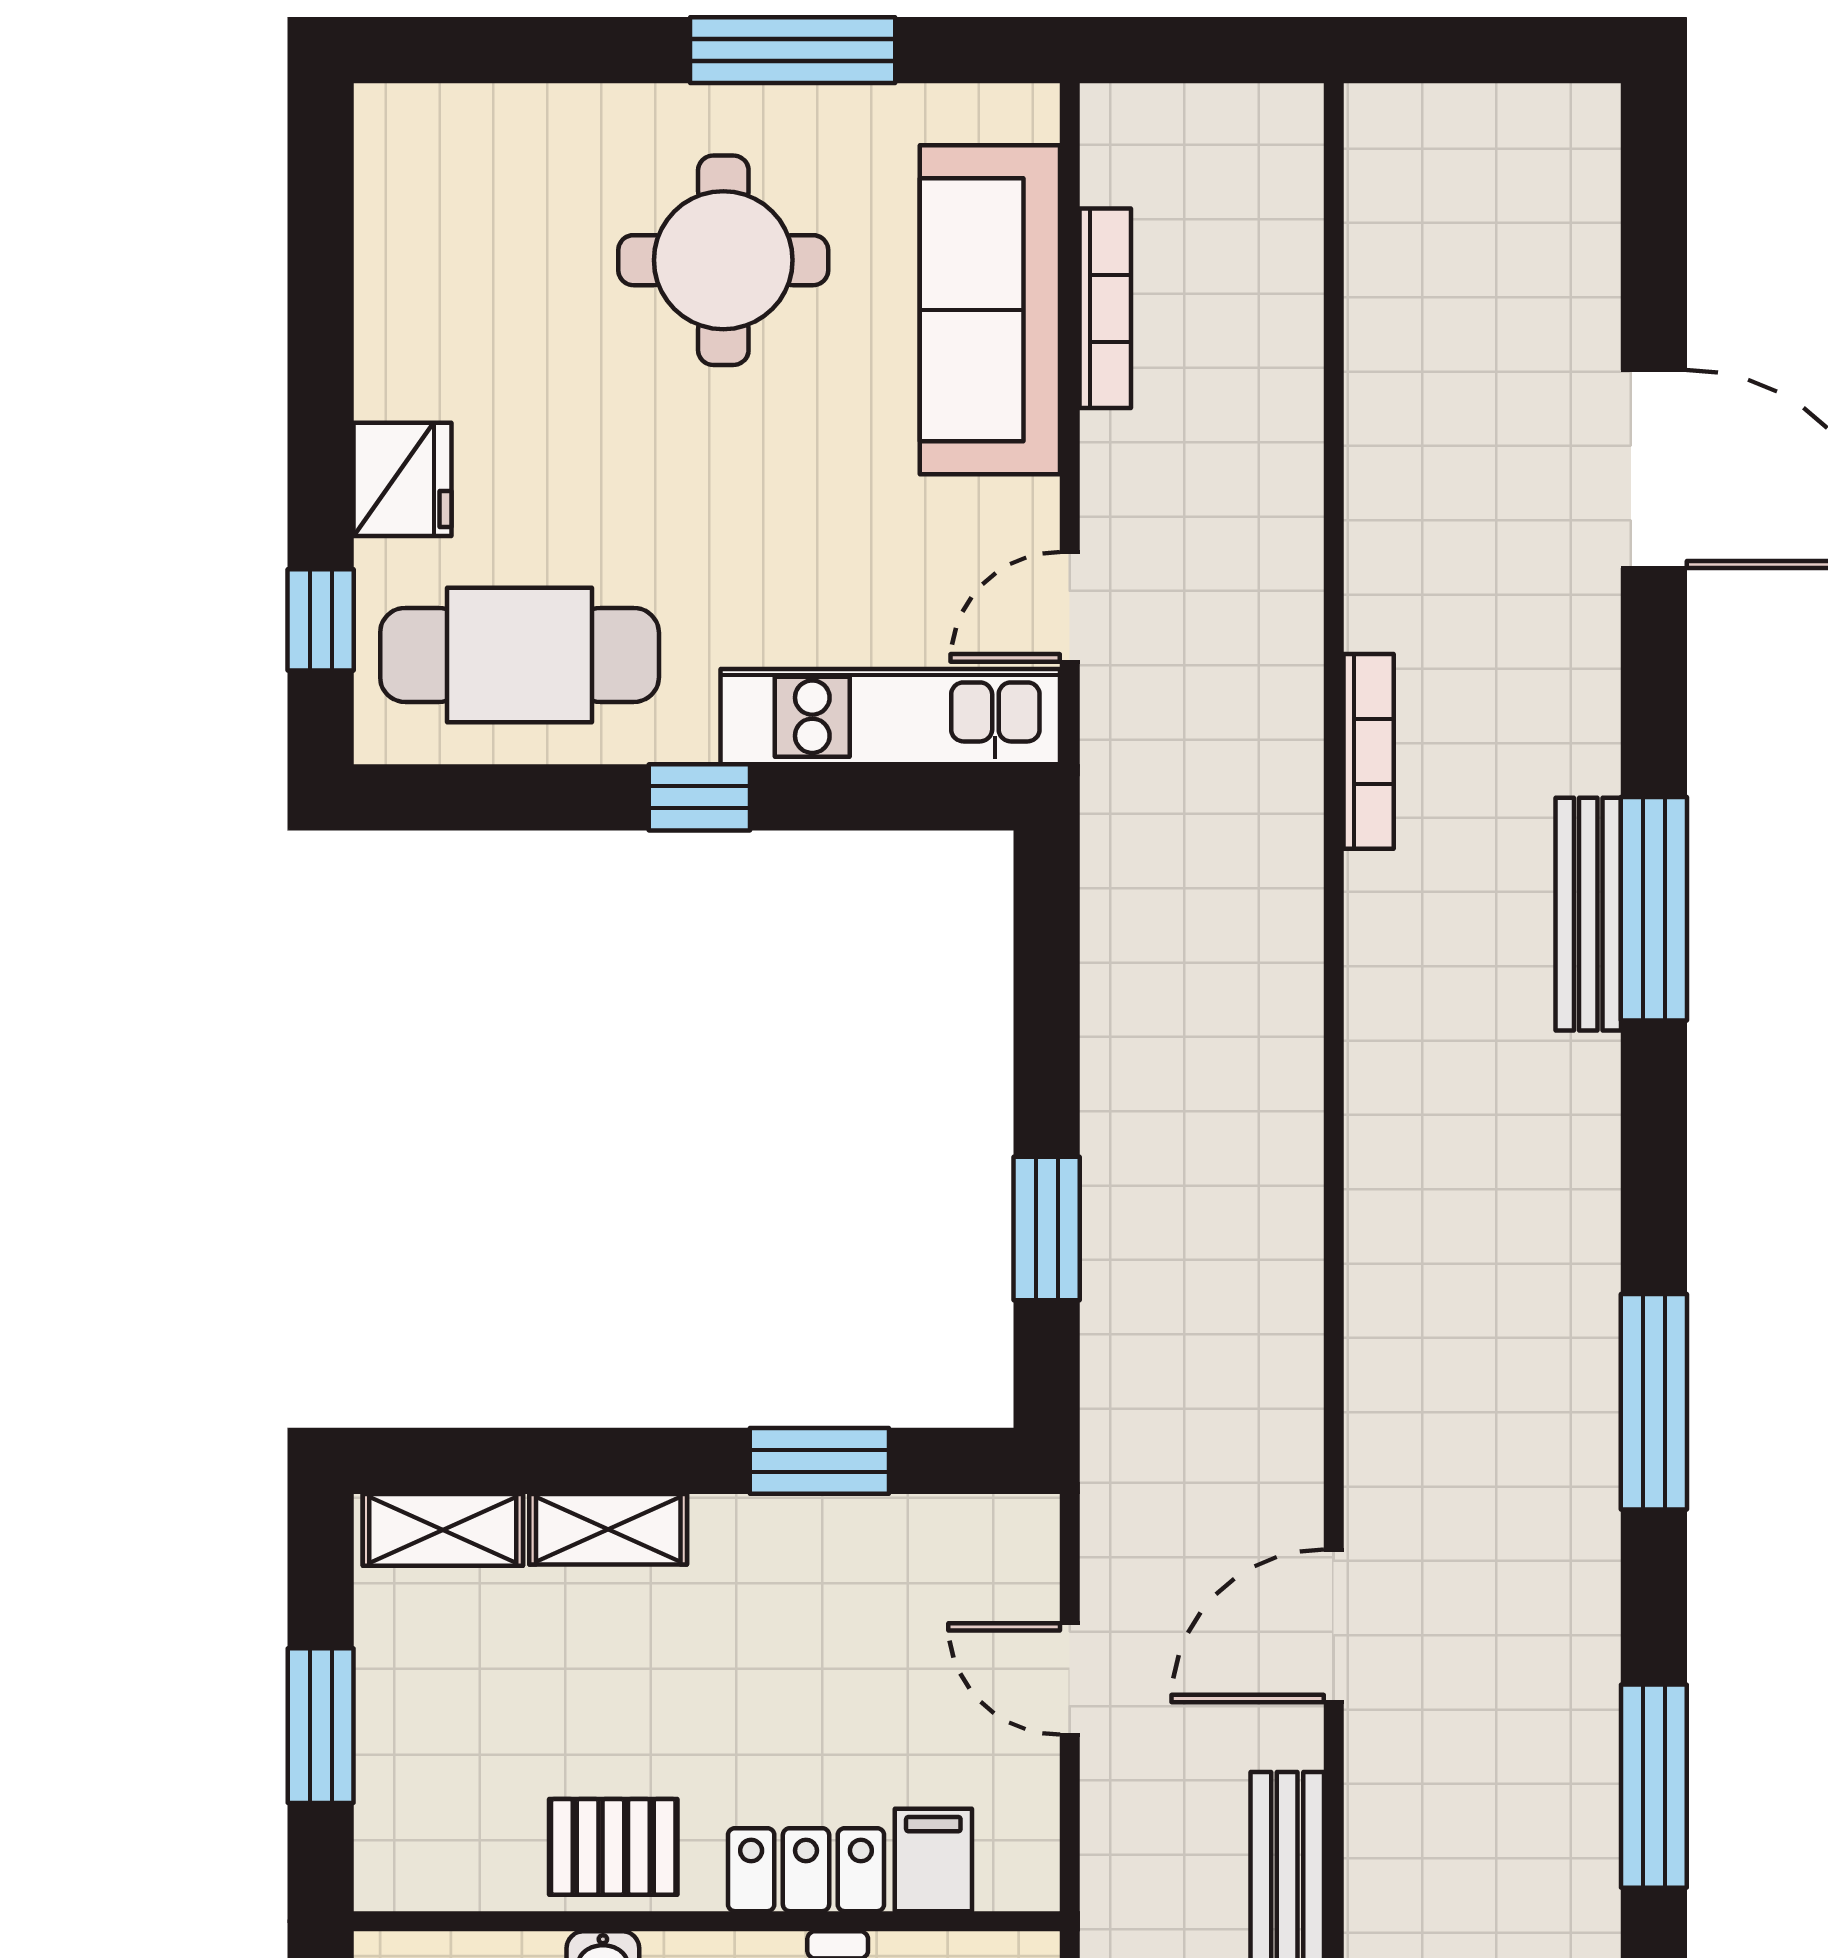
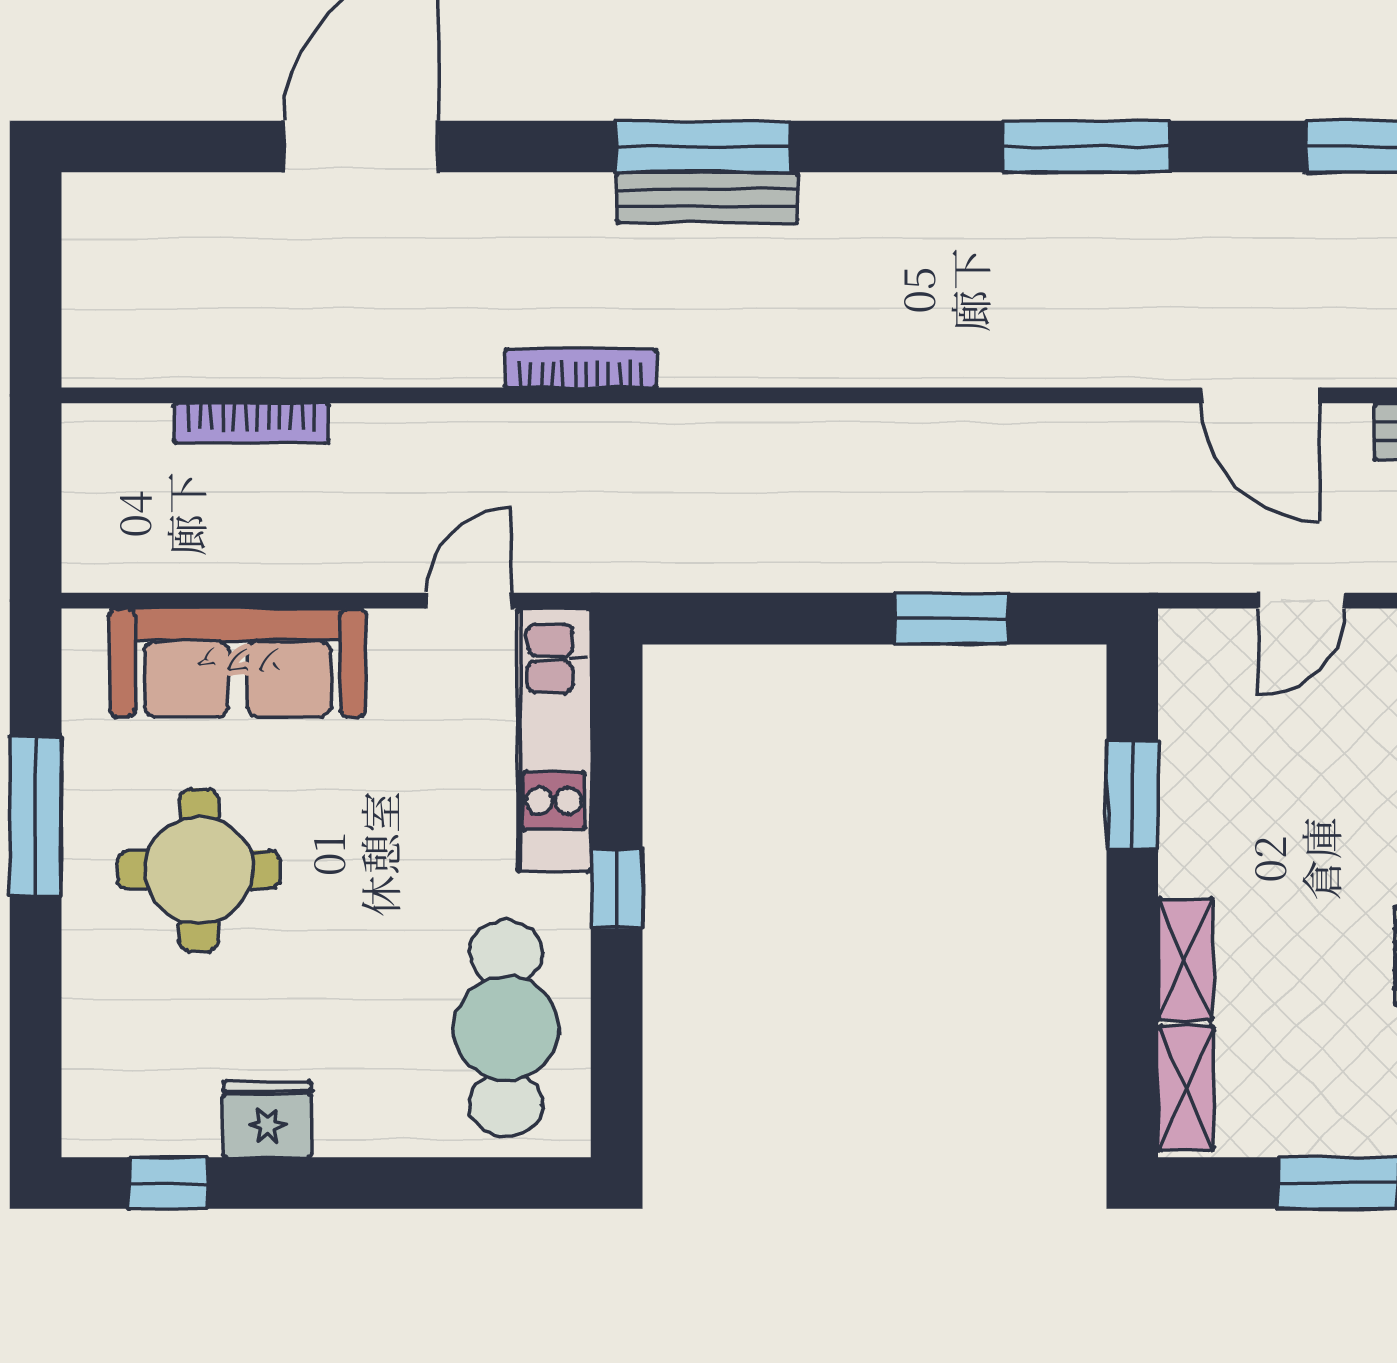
bookcase: (1105, 308) -> (251, 423), moved, turned 180
fridge: (402, 479) -> (267, 1119), moved
door: (1070, 607) -> (469, 601), swing flipped
window: (321, 620) -> (168, 1183), moved

